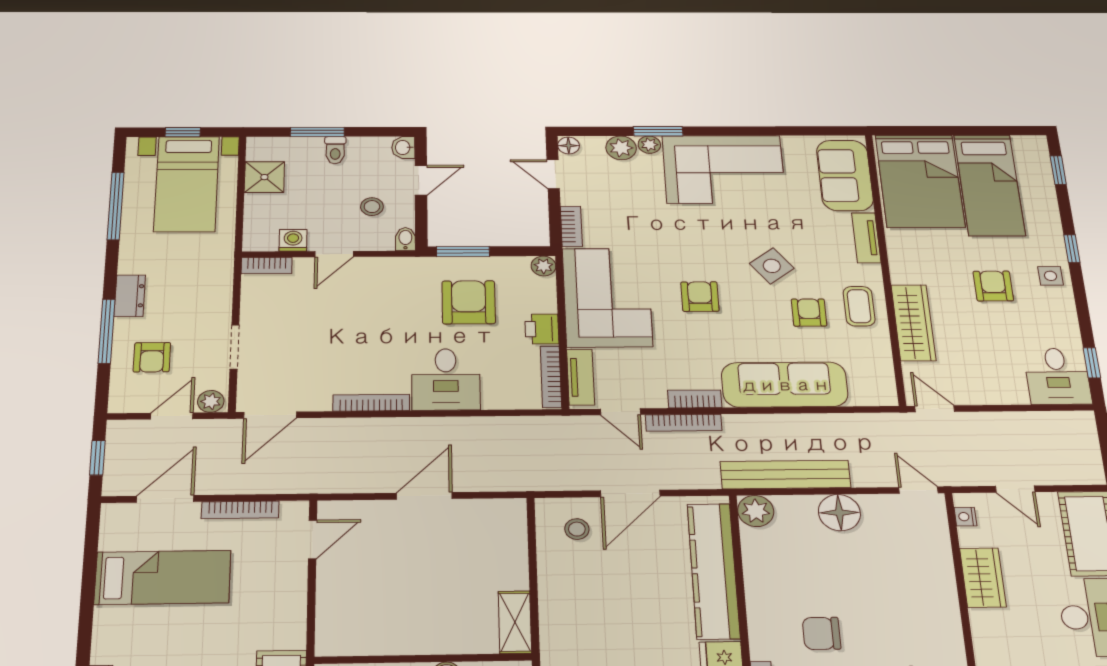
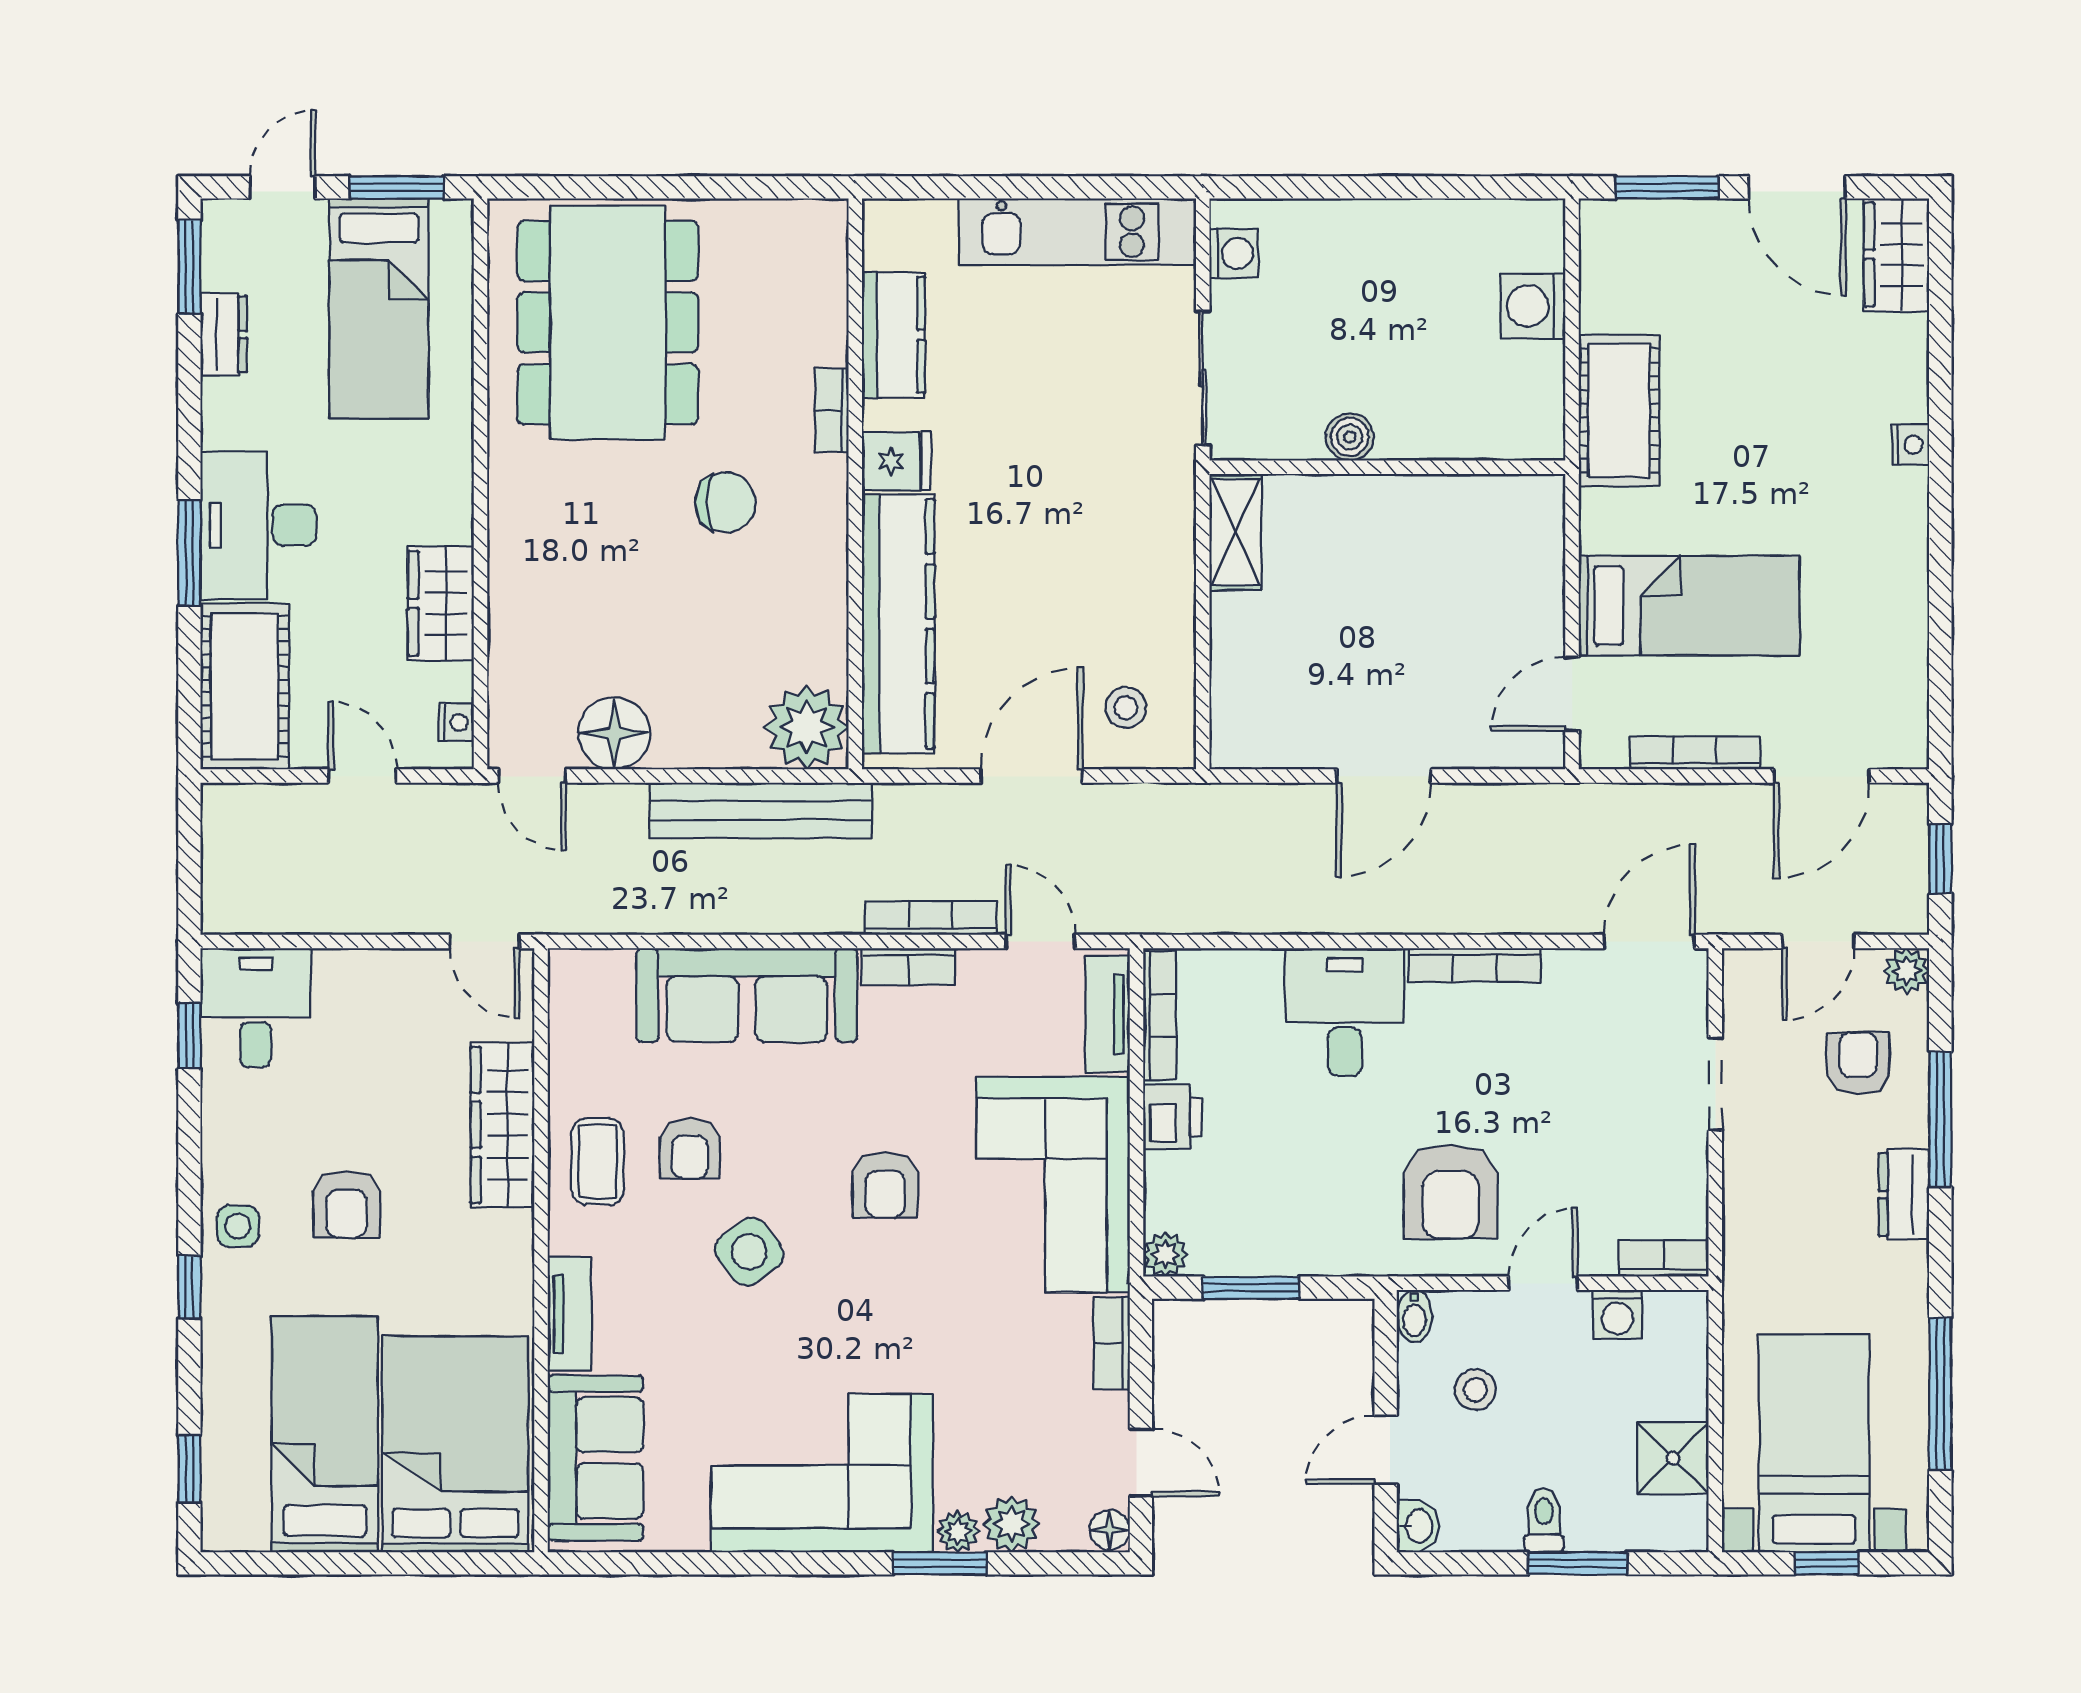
window: (463, 251) -> (1251, 1288), moved
armchair: (469, 302) -> (1451, 1192), moved
plant: (211, 401) -> (1907, 971), moved
plant: (756, 511) -> (807, 727), width x1.36, depth x1.36
floor lamp: (839, 513) -> (614, 733), moved
bed: (163, 577) -> (1689, 606), moved, turned 180

